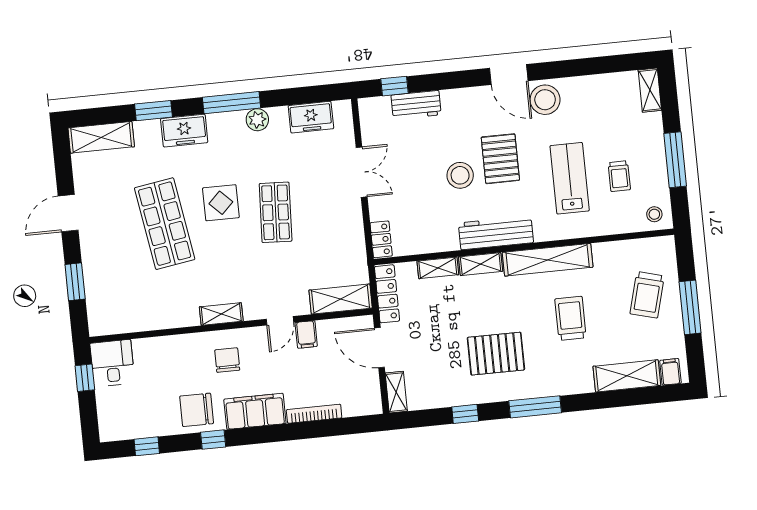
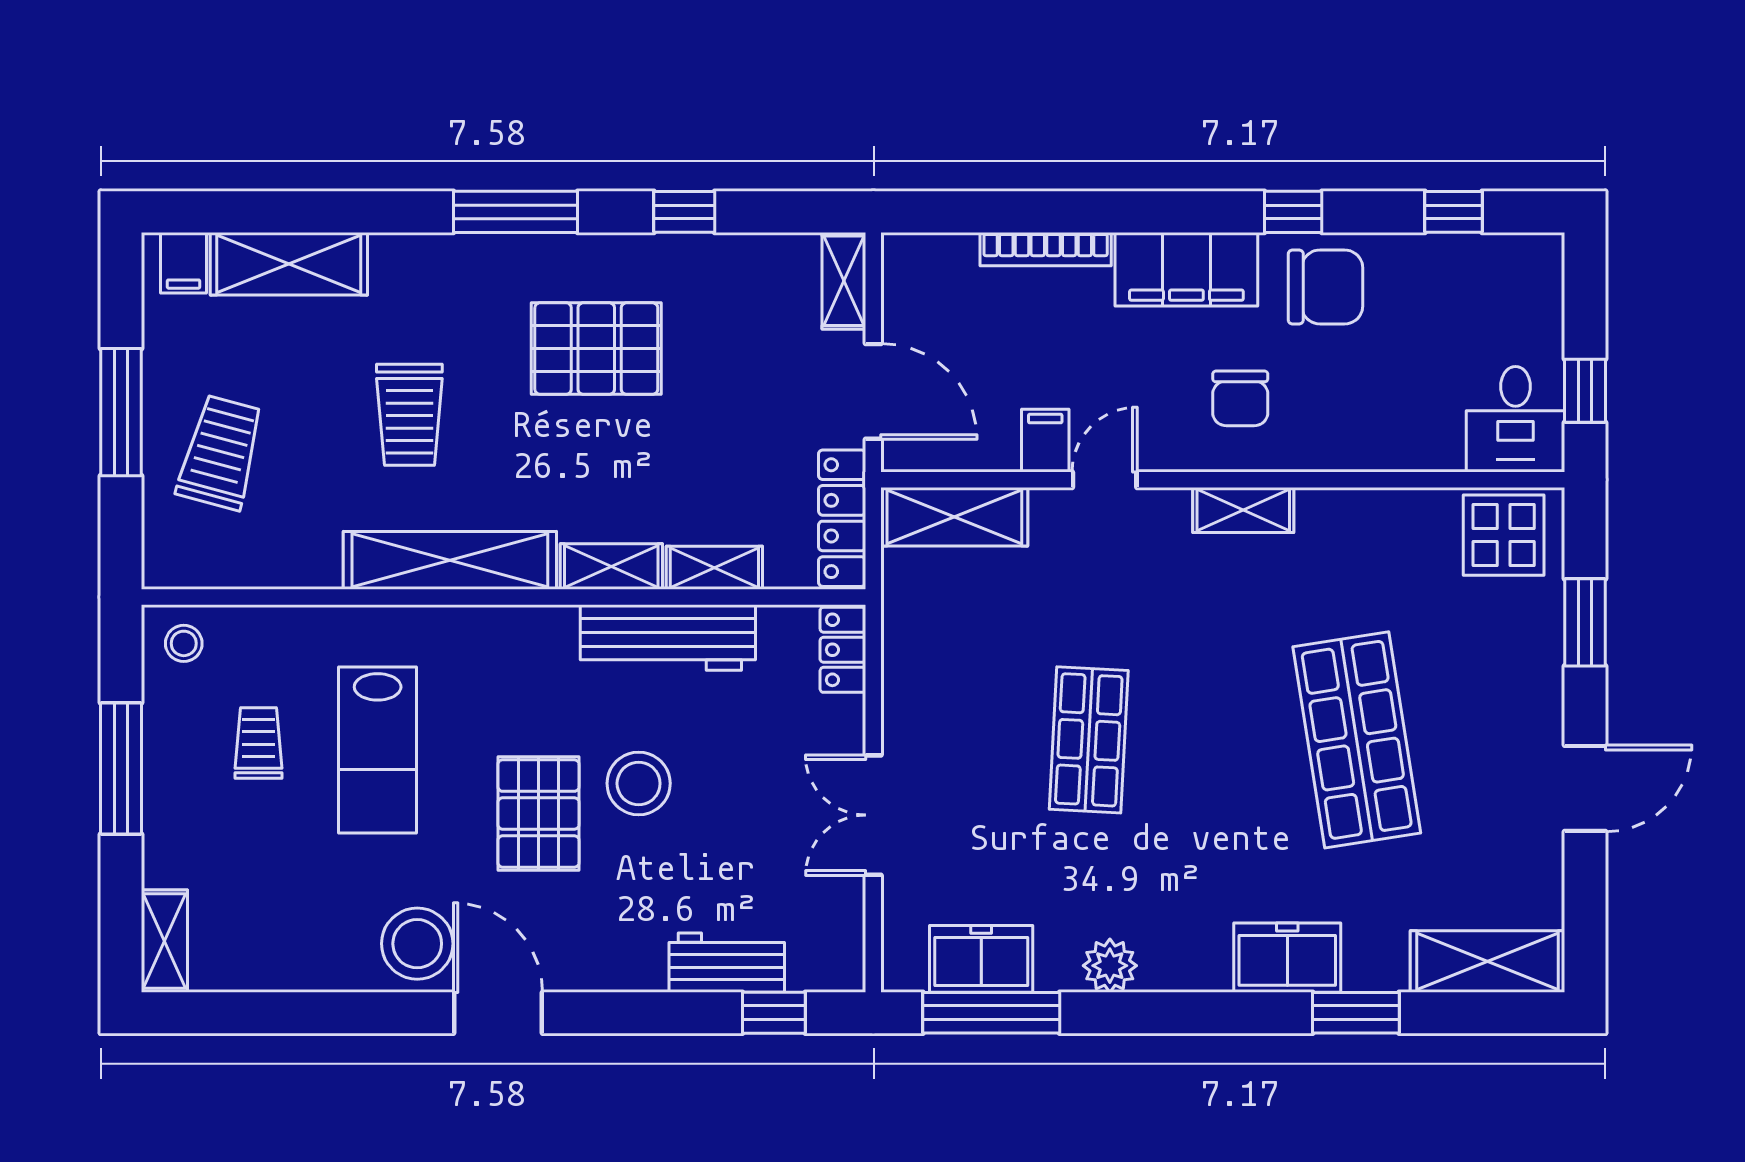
window: (232, 103) -> (991, 1013), moved
display table: (221, 203) -> (1504, 535), moved
workbench: (496, 233) -> (668, 638), moved

